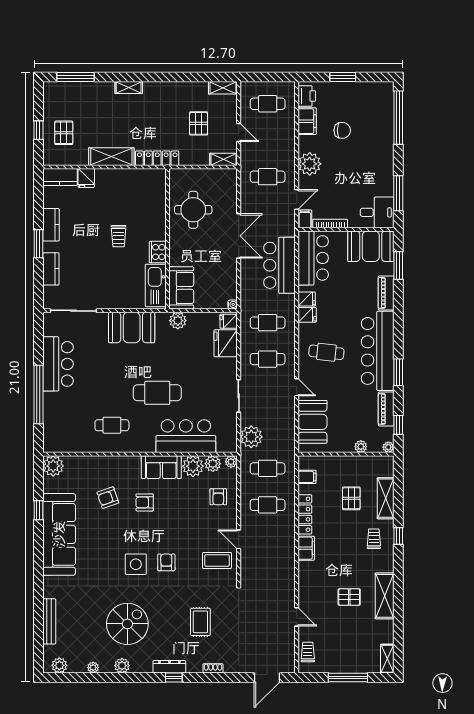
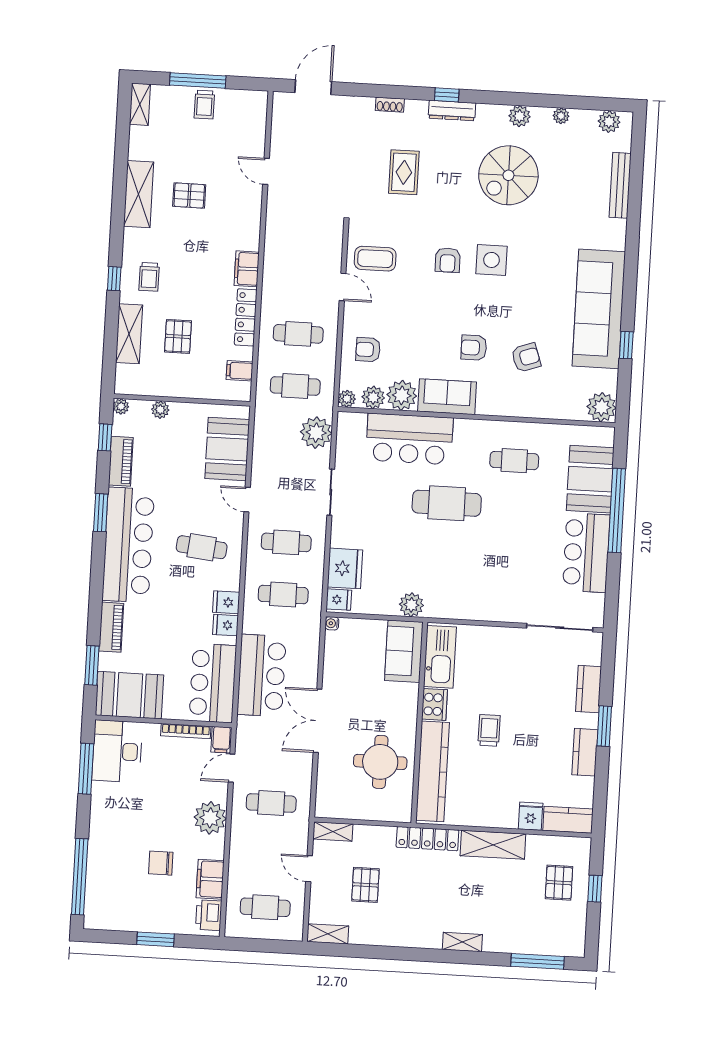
kitchen counter: (156, 205) -> (433, 771), added
desk: (377, 212) -> (117, 751), width x1.37
booth: (132, 327) -> (590, 479), moved, turned 90
armchair: (218, 497) -> (368, 350), turned -90
armchair: (145, 502) -> (474, 348), turned 180
trolley: (308, 652) -> (204, 105), moved

